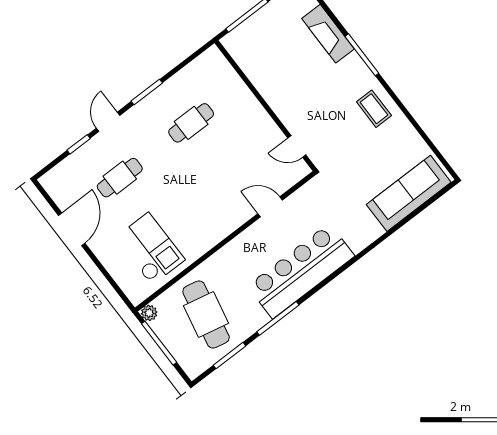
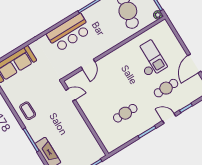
door: (108, 122) -> (169, 118), swing flipped
door: (270, 207) -> (88, 64), hinge flipped
checkout: (150, 249) -> (150, 59), moved, turned 180
bar counter: (301, 271) -> (69, 33), width x0.73

